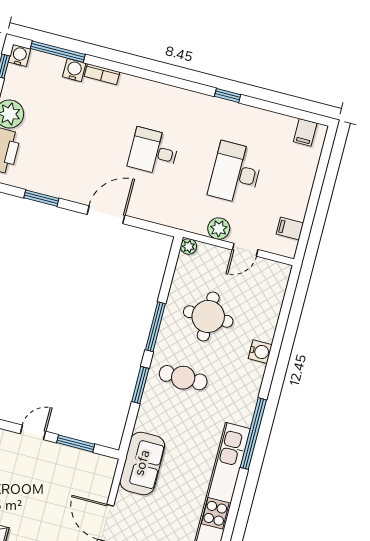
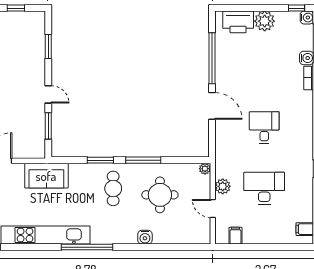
window: (41, 198) -> (212, 58), width x2.11

